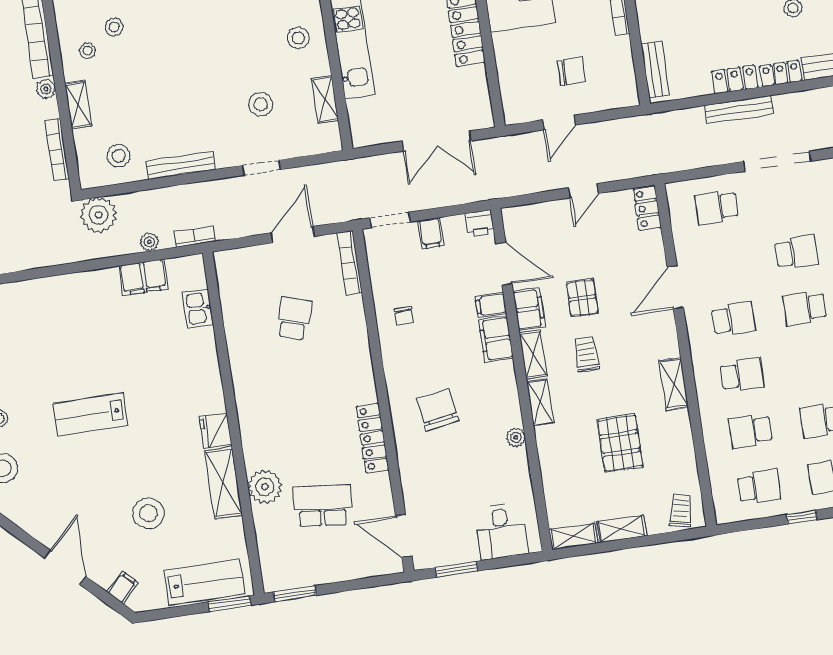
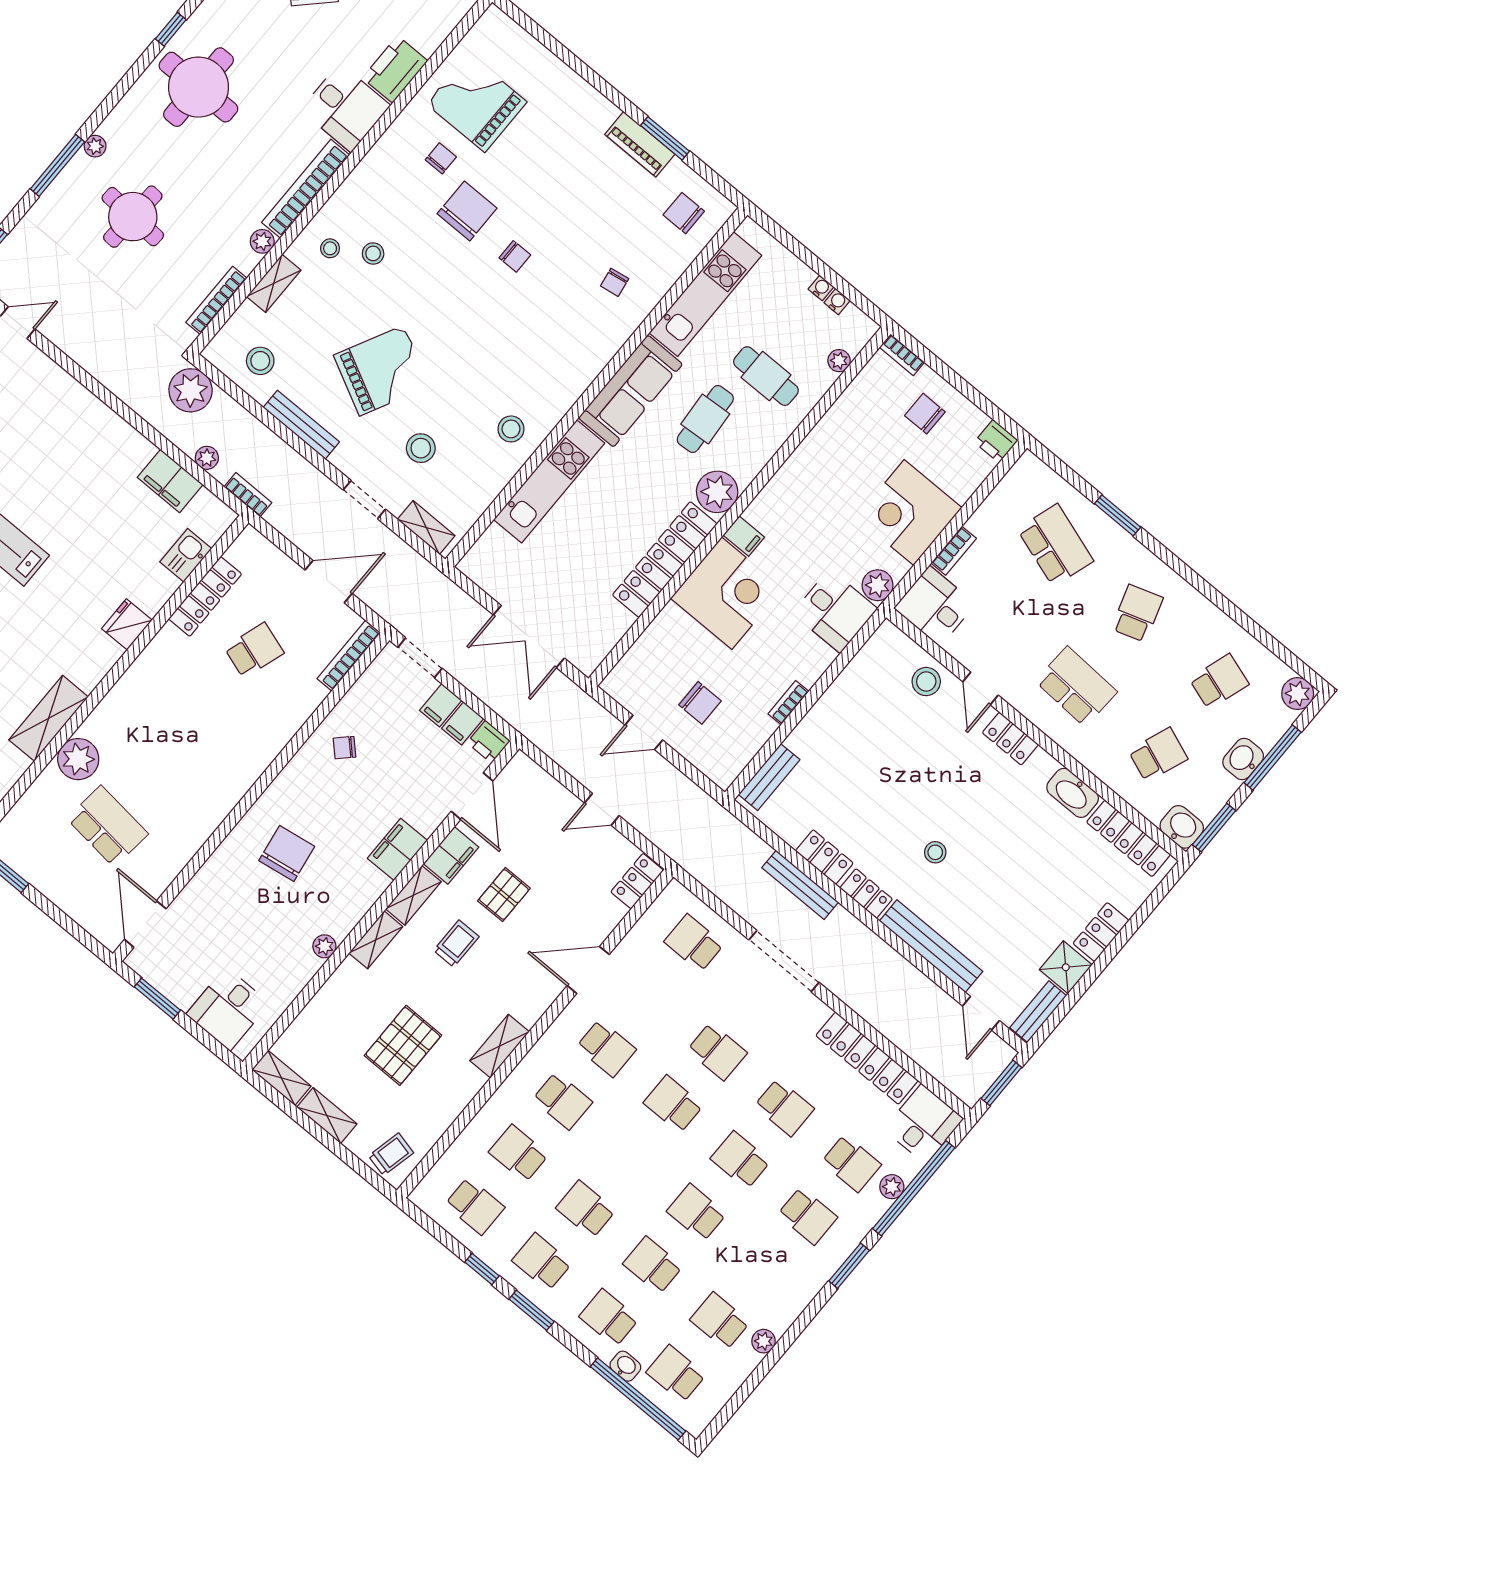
grand piano: (191, 86) -> (382, 371), added
shelving: (325, 99) -> (426, 528), moved, turned 90
filing cabinet: (491, 305) -> (463, 723), moved, turned -90
chair: (404, 316) -> (344, 748), turned 45
fridge: (216, 431) -> (127, 624), moved
locker: (372, 438) -> (205, 596), moved, turned 180

